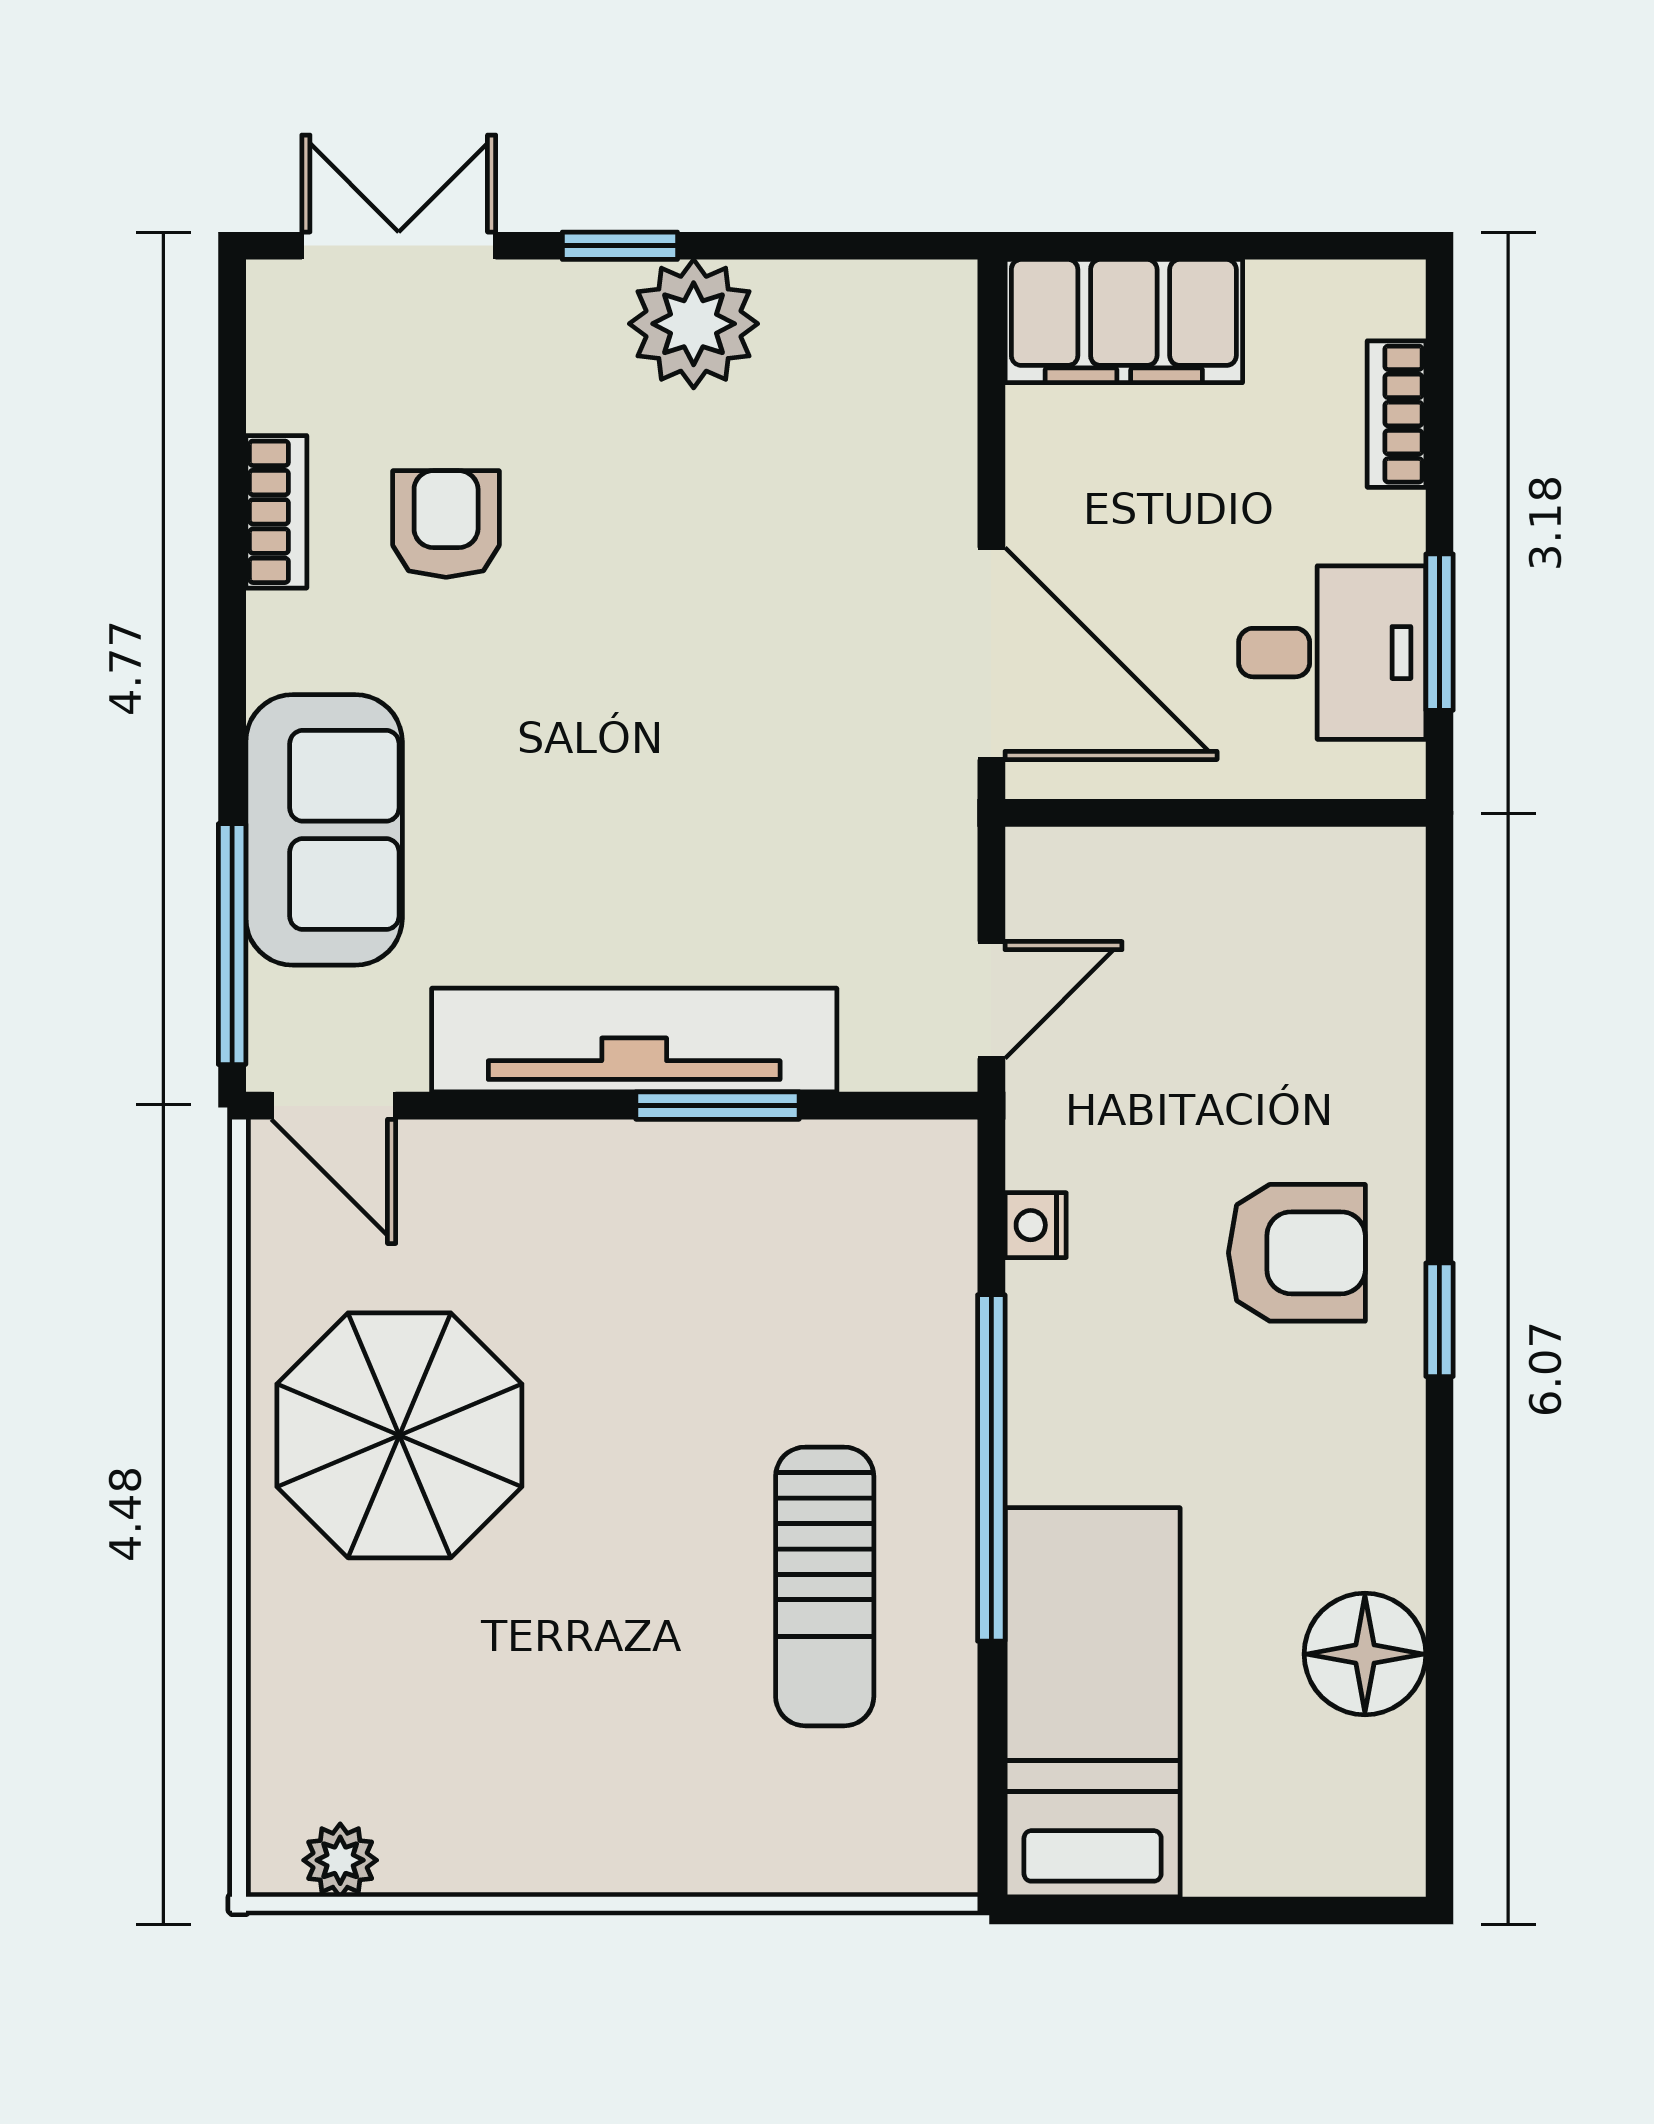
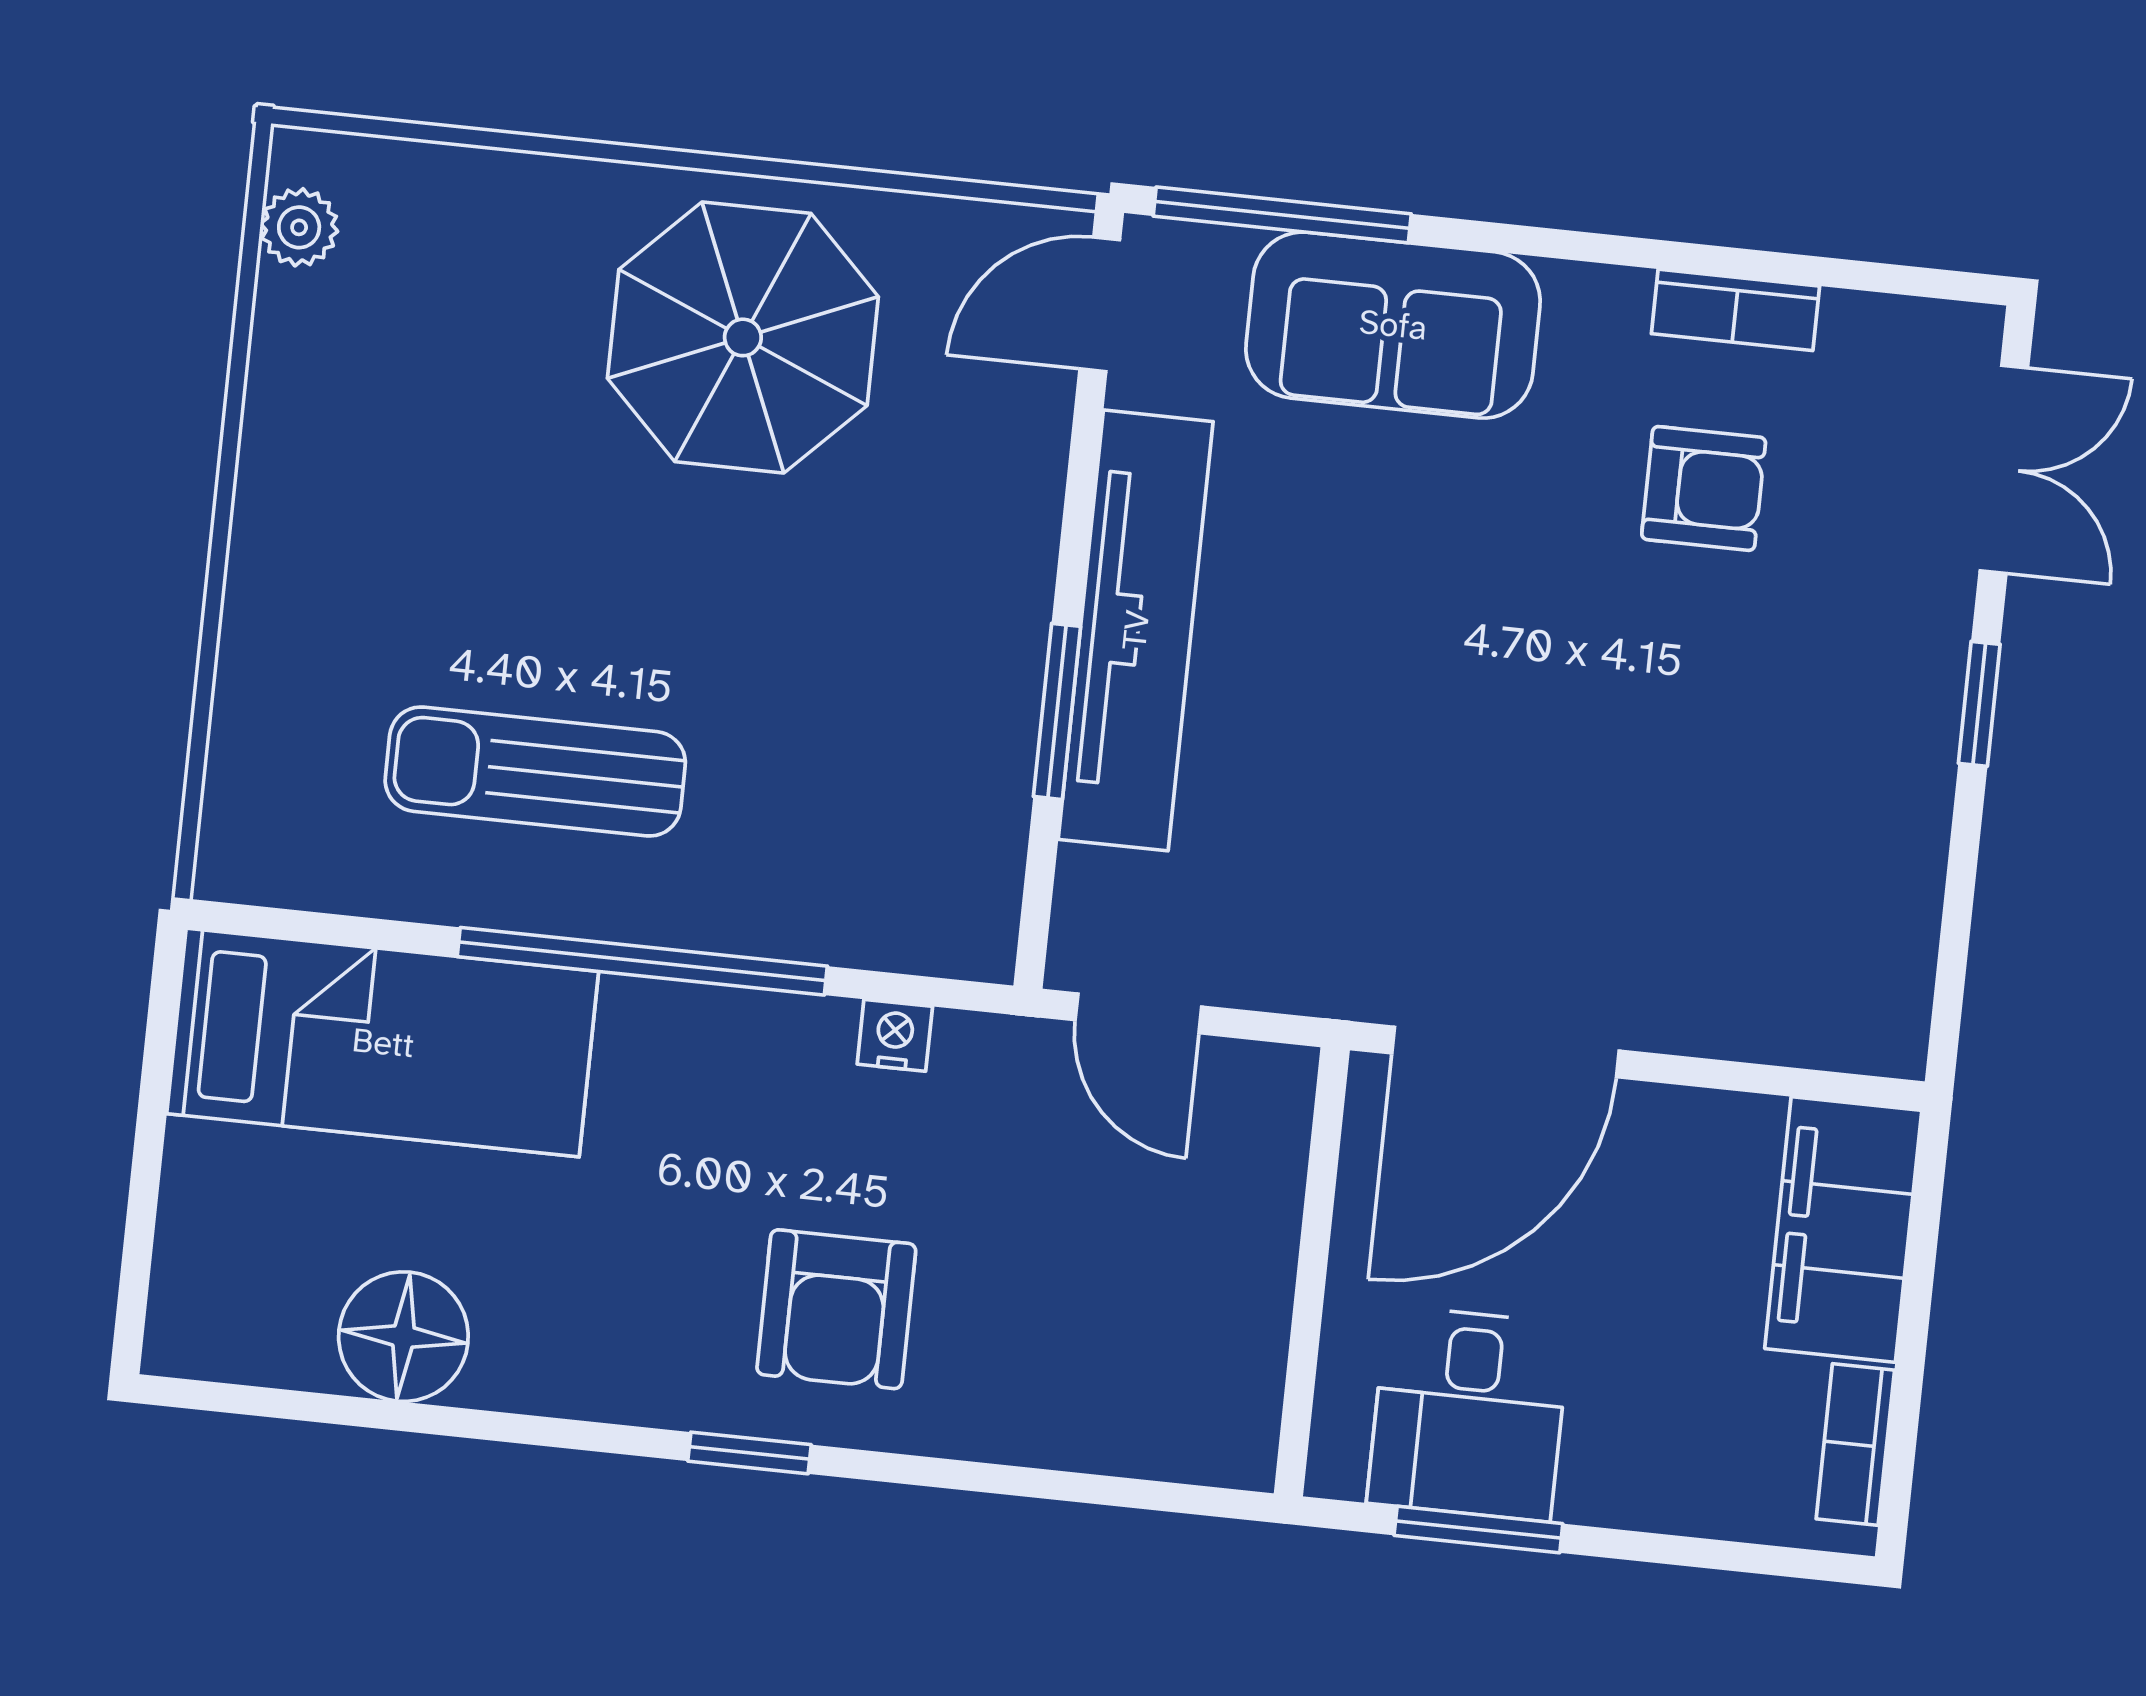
plant: (694, 324) -> (1888, 773), removed
bookcase: (1396, 414) -> (1855, 1444), moved, turned -90

